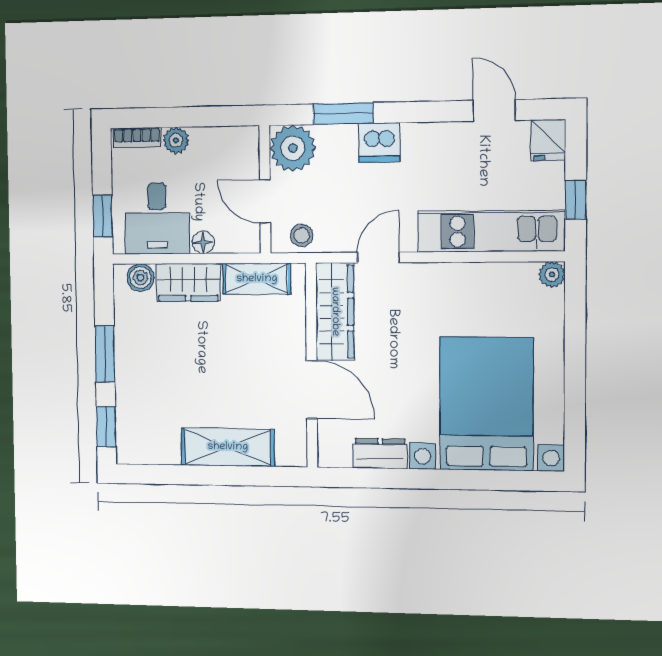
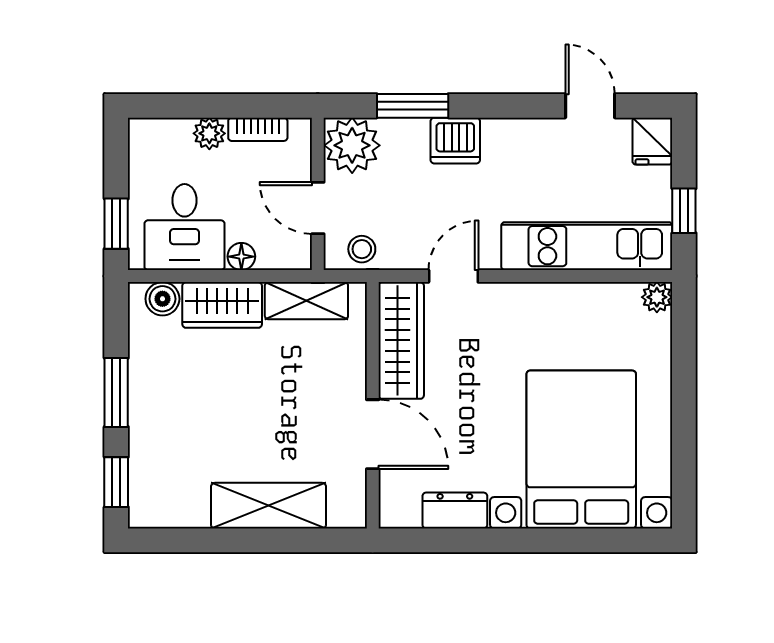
bookcase: (137, 138) -> (258, 129), moved

